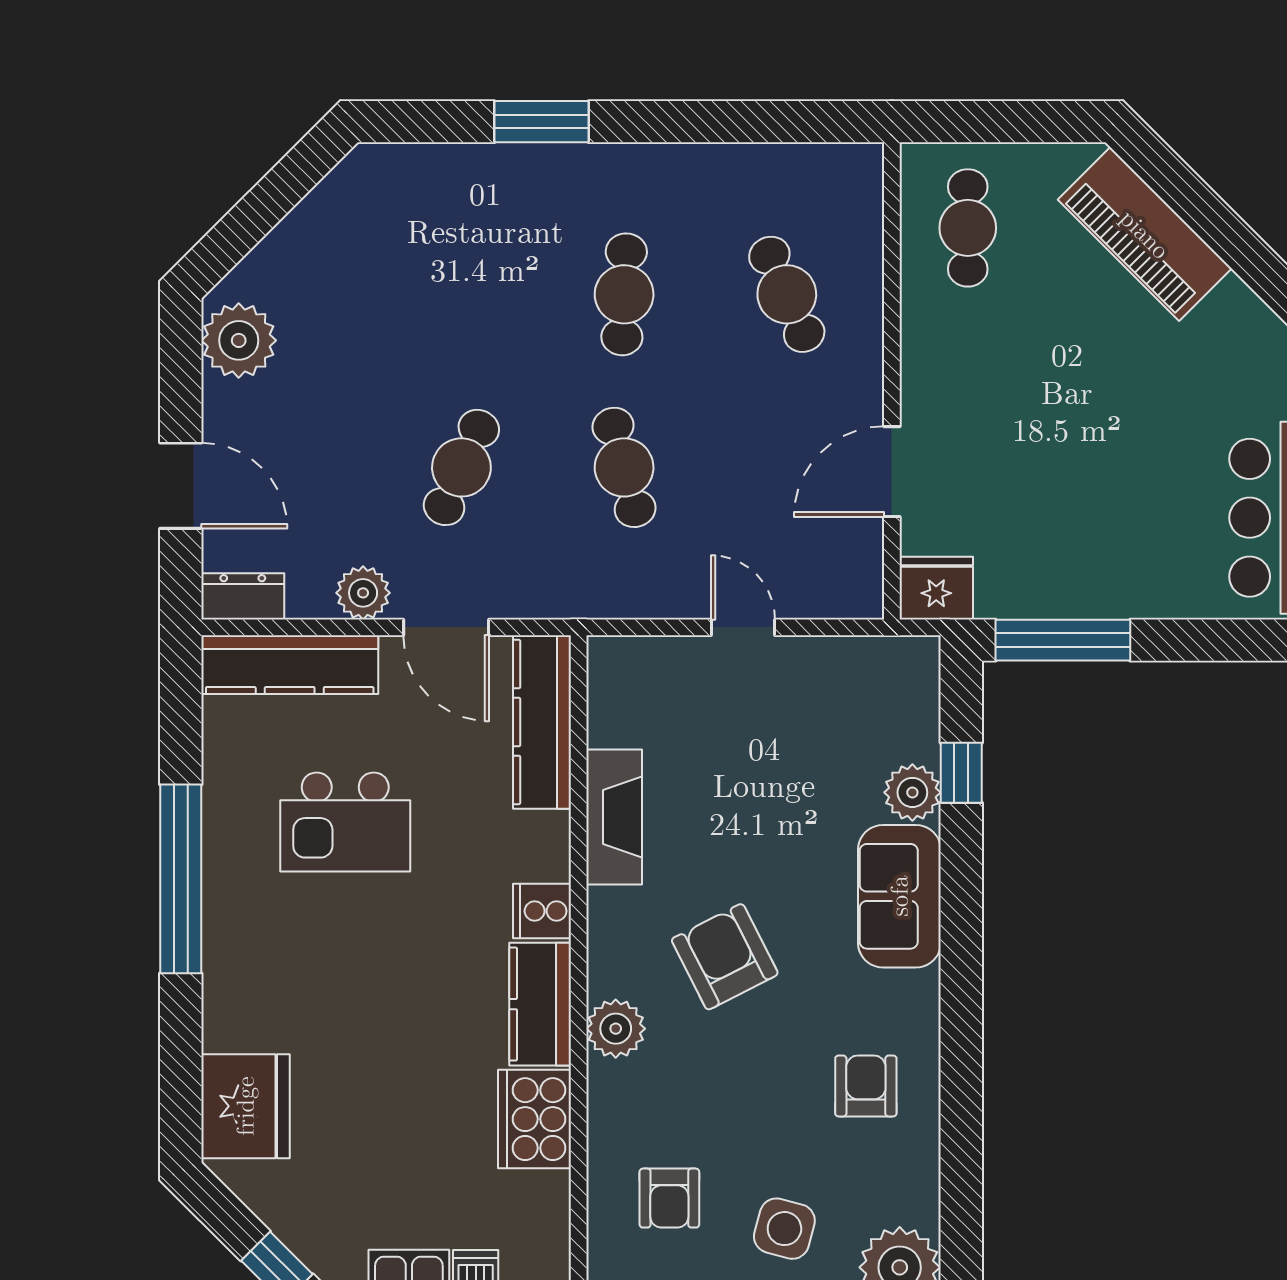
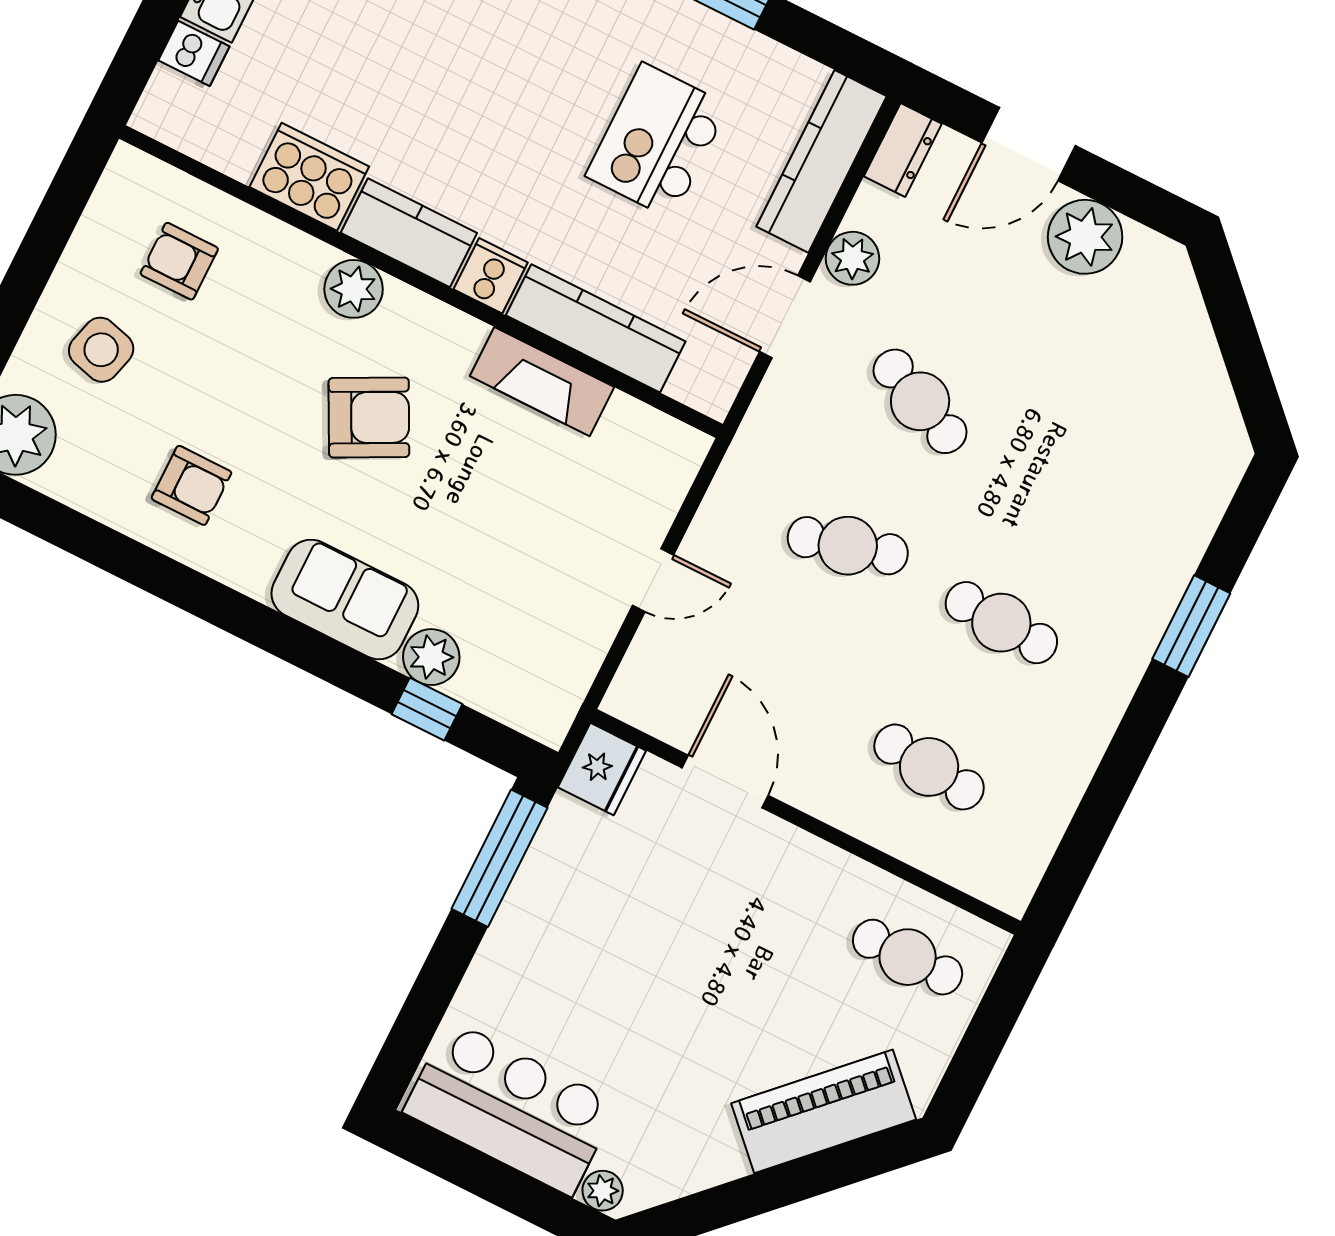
cafe table: (787, 294) -> (929, 767), turned 30
plant: (239, 340) -> (1085, 237), moved
kitchen counter: (542, 722) -> (596, 328), moved

